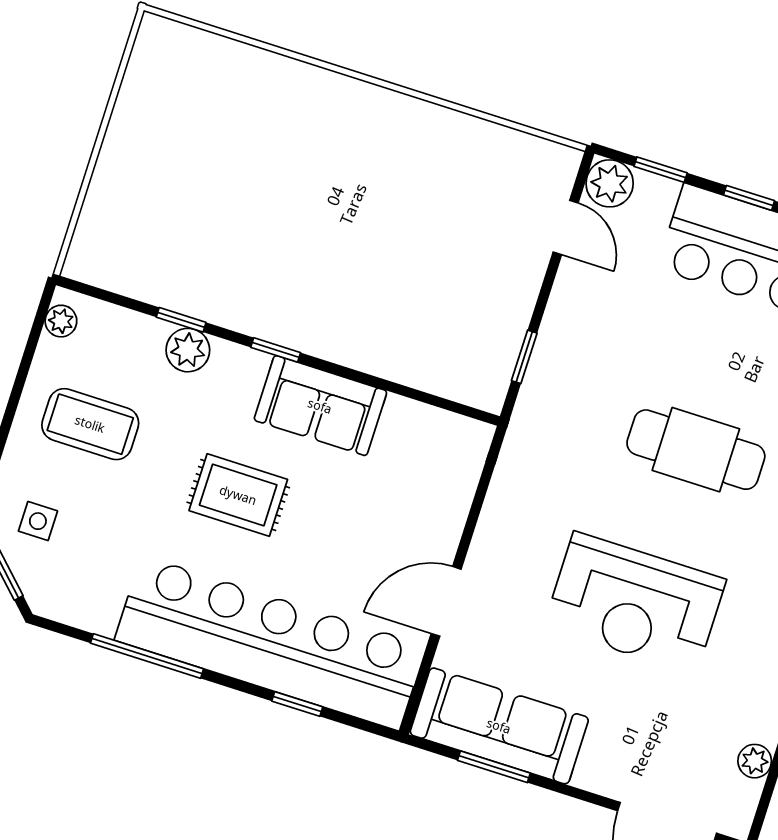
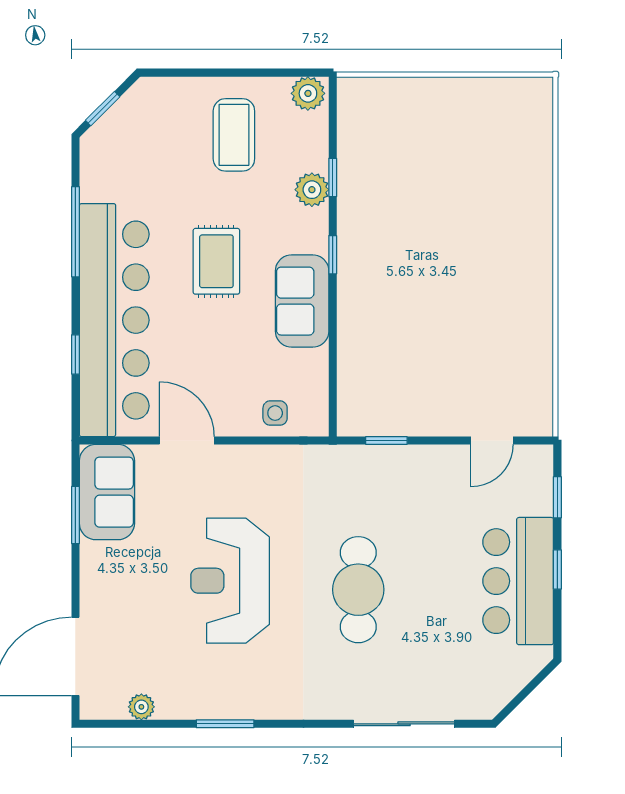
plant: (610, 183) -> (535, 463), removed
plant: (61, 321) -> (308, 93), width x1.38, depth x1.38
side table: (38, 521) -> (275, 413), moved
sofa: (499, 726) -> (107, 492), width x0.73

